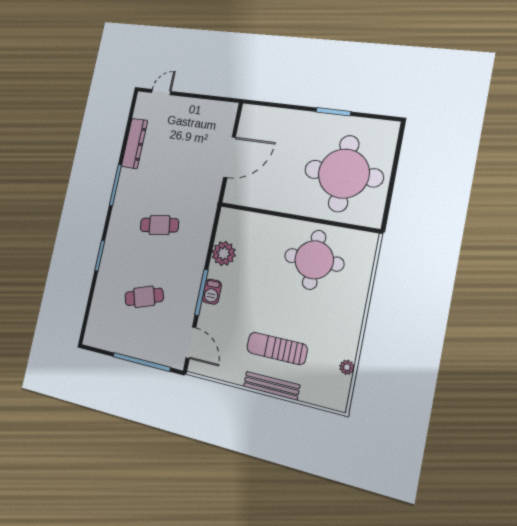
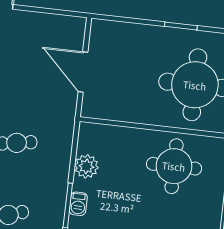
door: (230, 157) -> (83, 72), swing flipped

